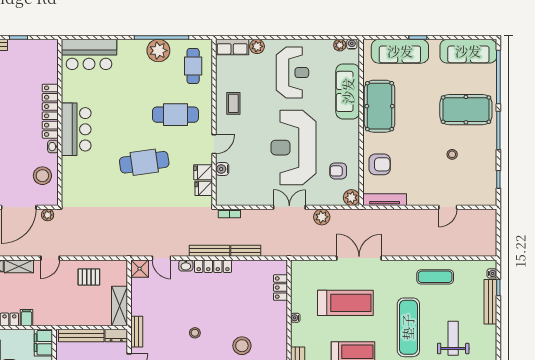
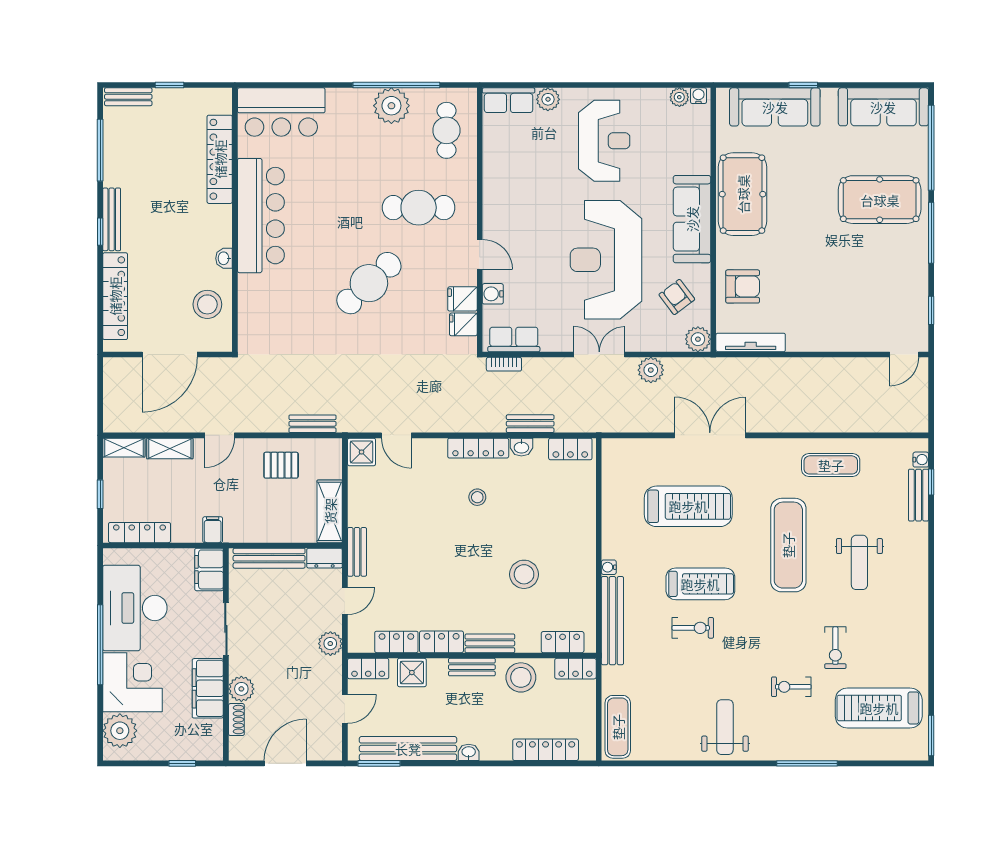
sofa: (348, 91) -> (692, 219), moved
coffee table: (233, 103) -> (510, 190), removed
locker: (50, 111) -> (220, 159), moved
bar counter: (76, 129) -> (261, 216), width x1.36
door: (214, 144) -> (480, 254), hinge flipped
stool: (452, 154) -> (858, 271), removed
cafe table: (144, 162) -> (369, 283), turned -35
armchair: (338, 171) -> (677, 297), turned 53
row of seats: (235, 198) -> (514, 339), added
door: (448, 207) -> (904, 355), moved
plant: (48, 215) -> (215, 367), removed
bench: (210, 251) -> (312, 424), moved, width x0.73
washbasin: (186, 266) -> (521, 447), moved
locker: (280, 288) -> (570, 449), moved, turned -90
bench: (490, 302) -> (919, 495), width x0.73
filing cabinet: (26, 318) -> (213, 530), moved
water cooler: (295, 318) -> (609, 567), moved
stool: (195, 333) -> (477, 497), moved
weight bench: (453, 338) -> (859, 562), turned 180

